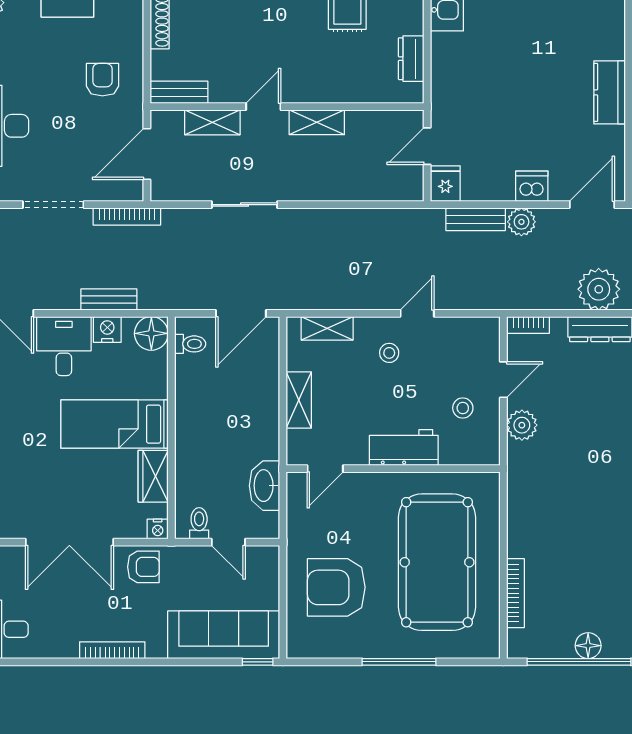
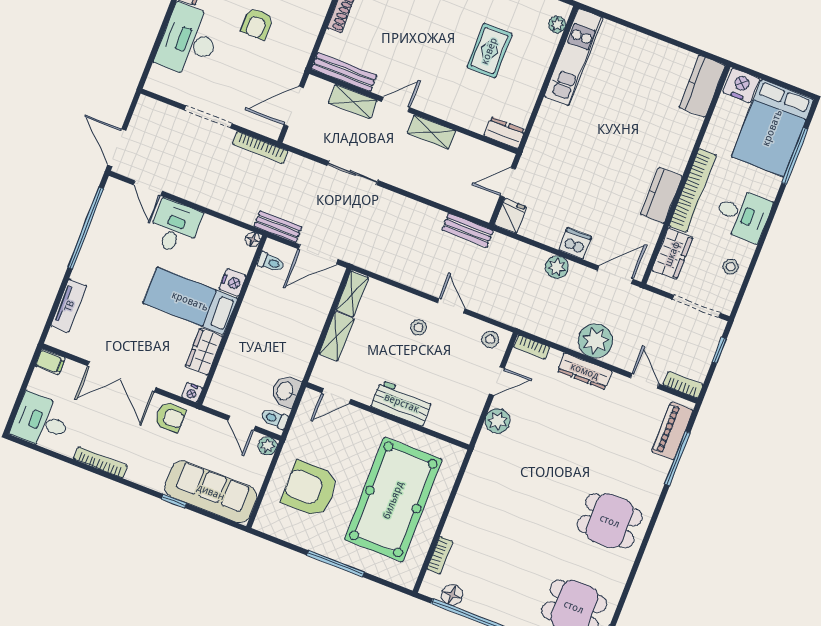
dresser: (411, 59) -> (504, 133), moved, turned 90
armchair: (102, 80) -> (257, 24), moved, turned 180
bench: (179, 92) -> (344, 72), width x1.36
bench: (476, 219) -> (468, 230), moved
bench: (109, 299) -> (278, 226), moved
door: (417, 313) -> (451, 306), hinge flipped
shelving: (327, 328) -> (352, 294), moved, turned 90
nightstand: (107, 329) -> (233, 282), moved, turned 90
floor lamp: (151, 333) -> (253, 239), width x0.53, depth x0.53
stool: (463, 408) -> (490, 339), moved
washbasin: (264, 486) -> (285, 391), width x0.72
toilet: (199, 523) -> (274, 419), moved, turned -90
plant: (268, 557) -> (268, 446), added
bookcase: (515, 593) -> (440, 555), width x0.64
floor lamp: (588, 646) -> (452, 595), moved
bookcase: (112, 650) -> (100, 462), moved
window: (258, 662) -> (174, 501), moved

